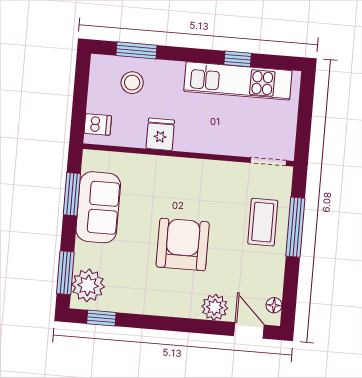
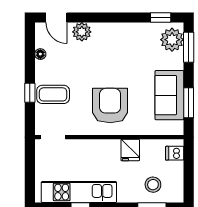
coffee table: (263, 222) -> (53, 94), turned 90
window: (295, 227) -> (30, 93), width x0.46
armchair: (183, 244) -> (110, 106), moved, turned 180
floor lamp: (274, 305) -> (40, 54), moved

